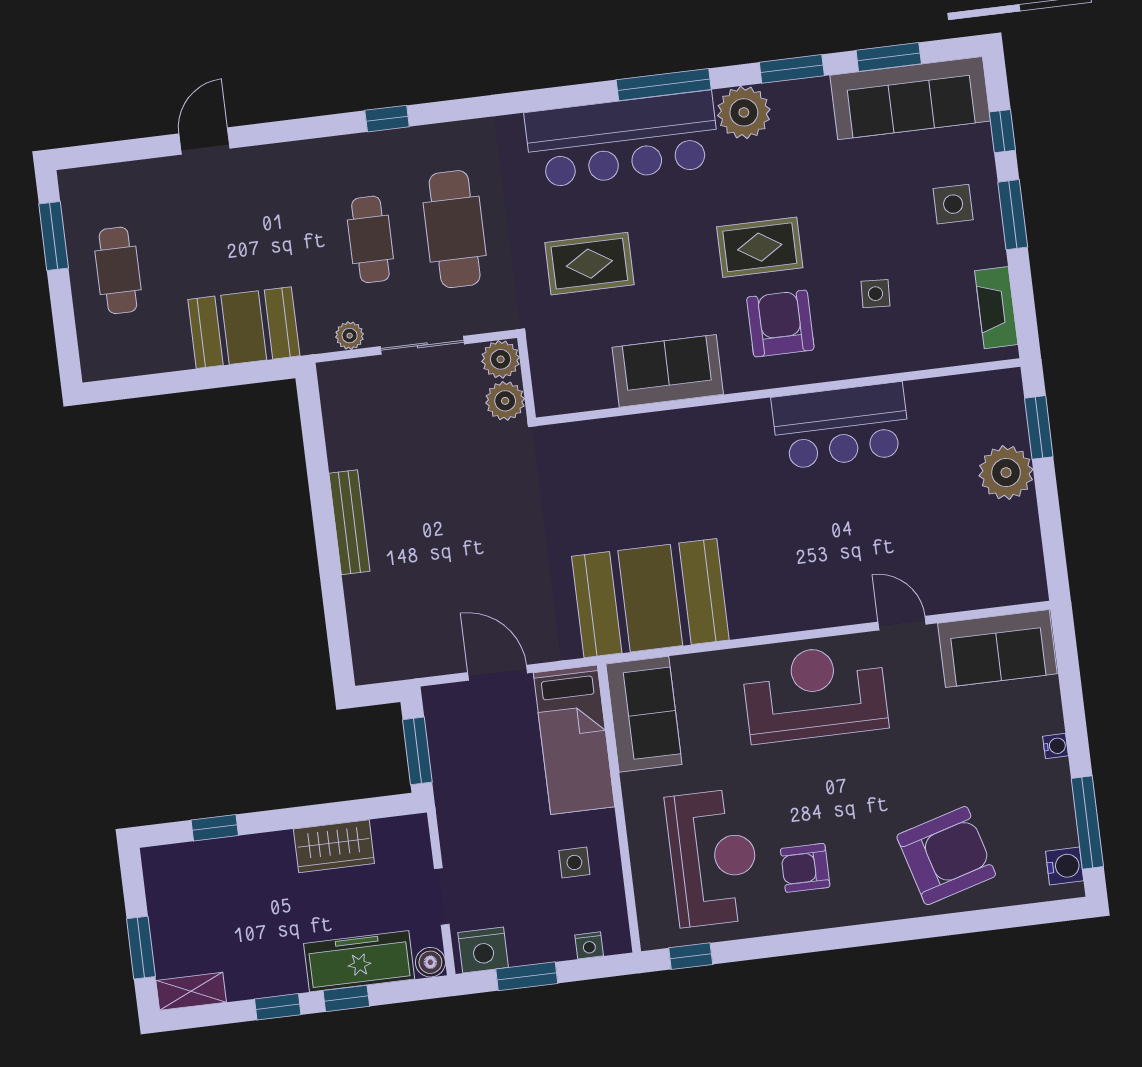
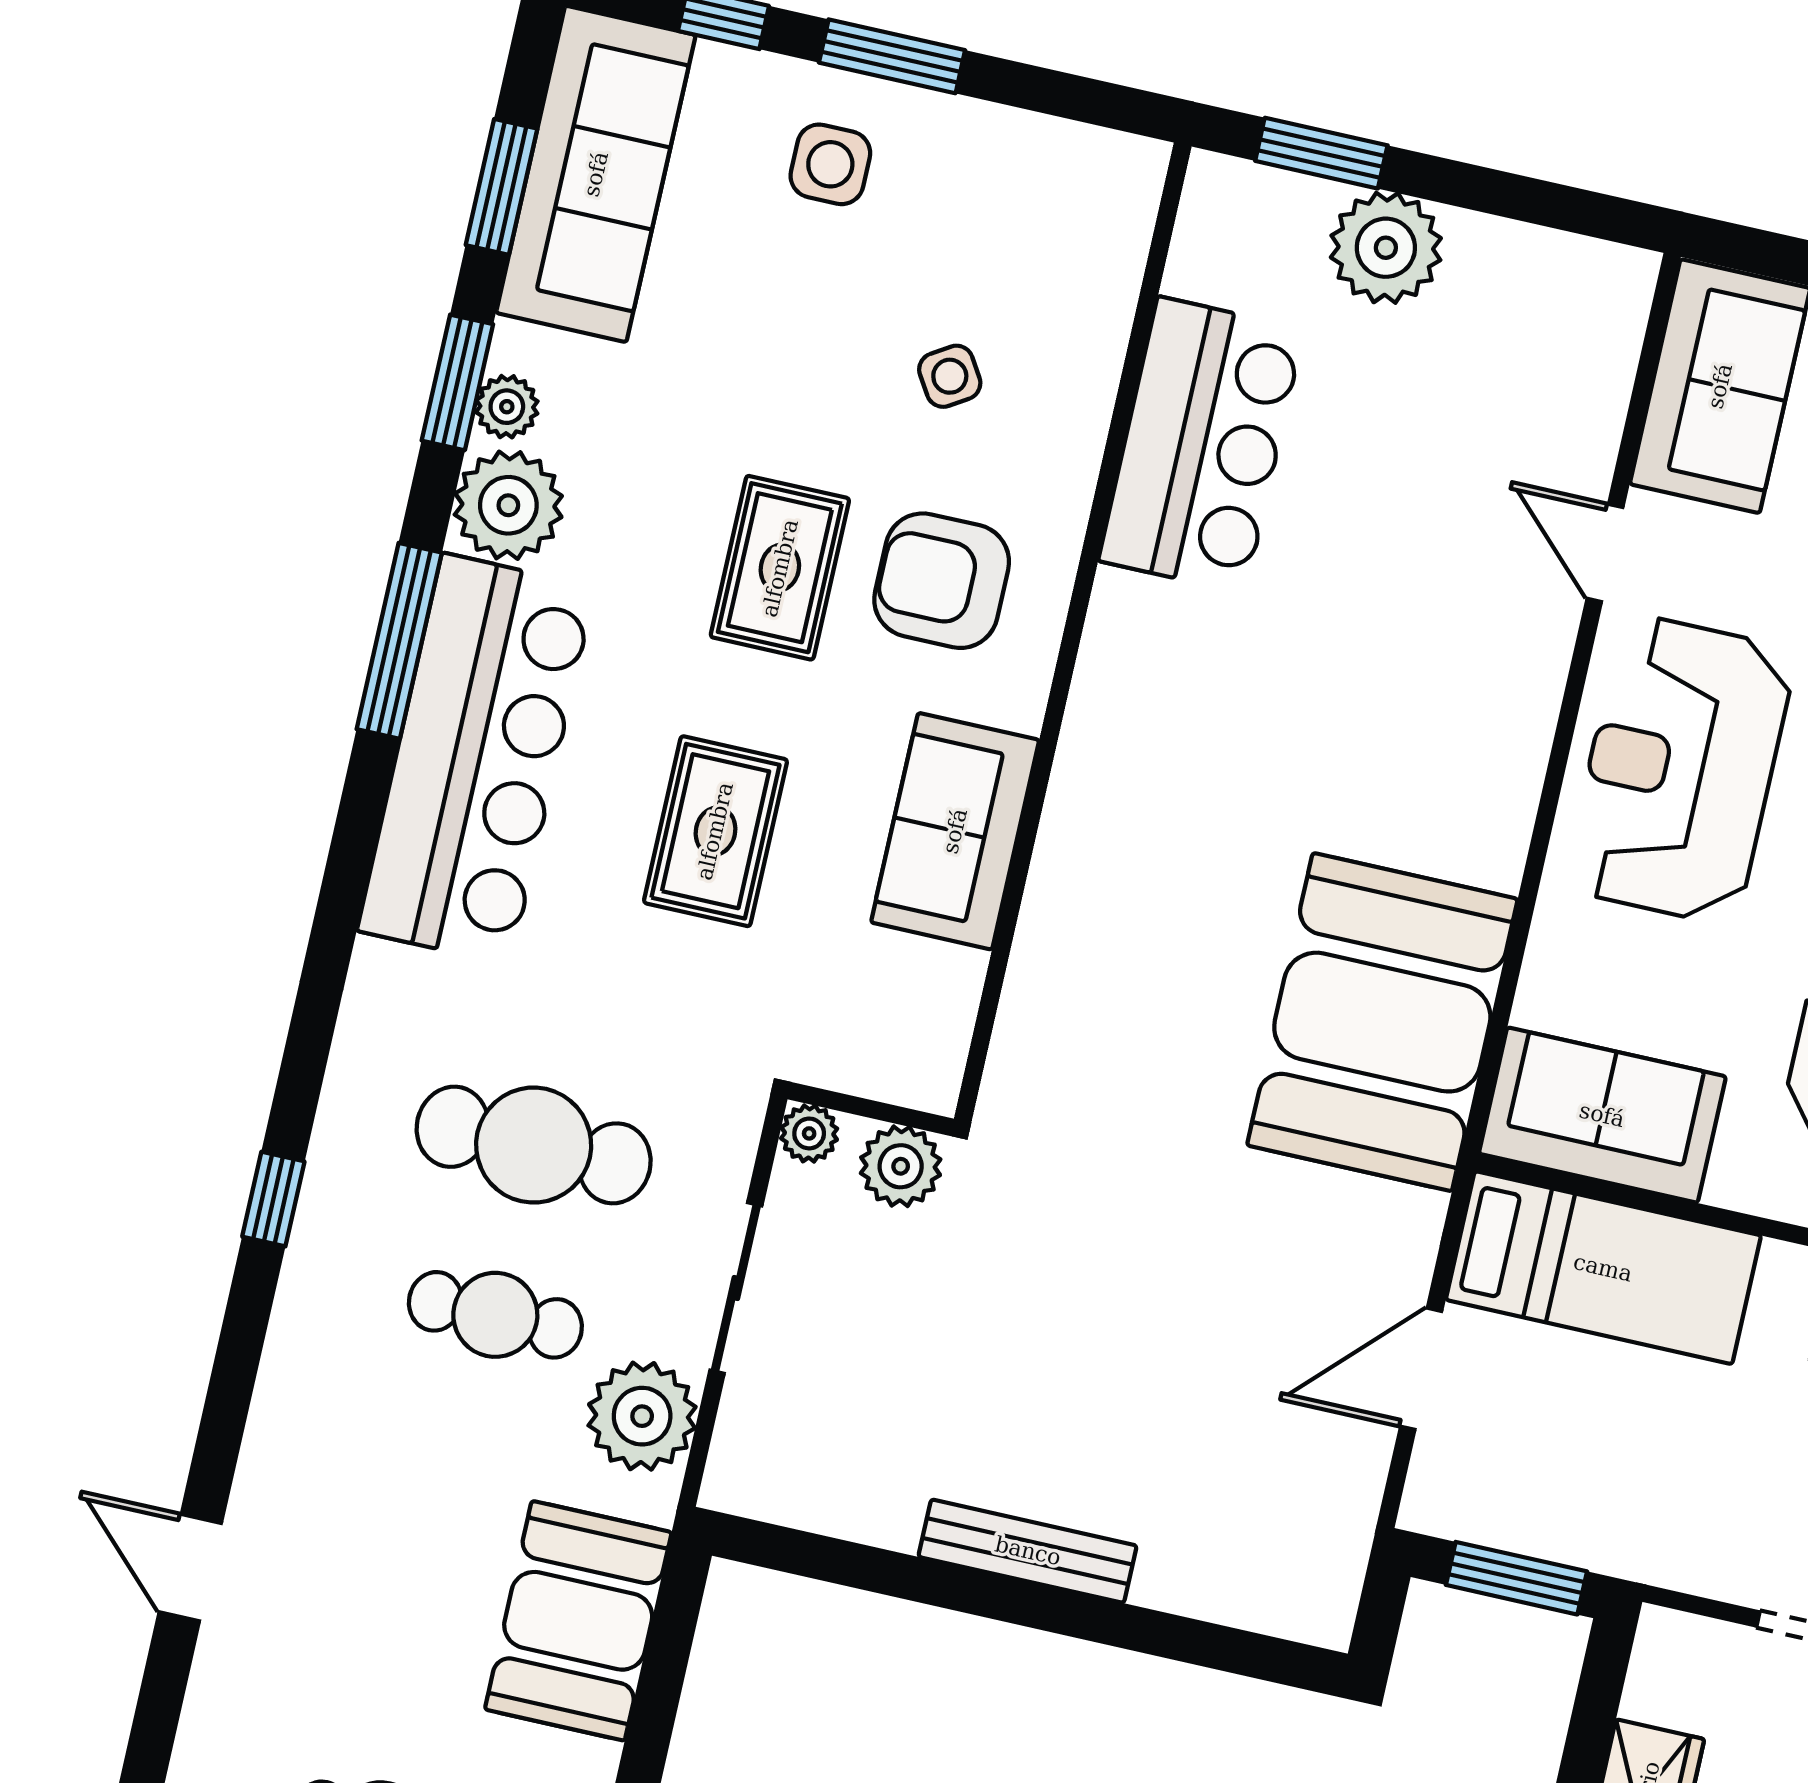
plant: (789, 96) -> (507, 407), added
rug: (589, 264) -> (715, 831), moved
side table: (875, 294) -> (950, 376), turned -35
fireplace: (996, 308) -> (1060, 152), removed
plant: (350, 336) -> (642, 1416), width x1.88, depth x1.88
plant: (501, 359) -> (809, 1133), width x0.73, depth x0.73
bar counter: (841, 426) -> (1201, 445), moved
door: (902, 623) -> (1605, 553), hinge flipped

